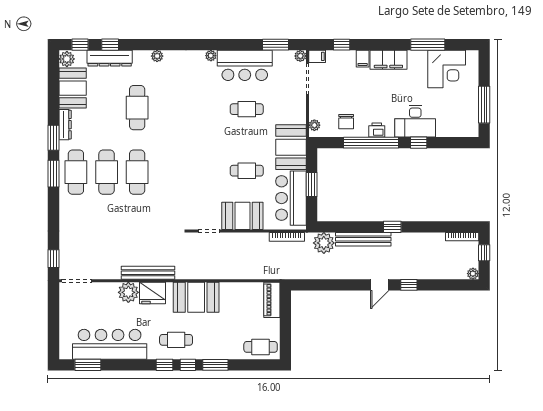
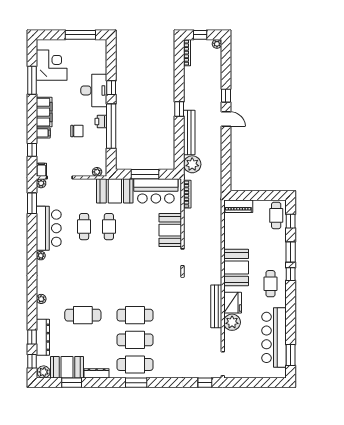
chair: (346, 122) -> (77, 131), moved
window: (54, 138) -> (72, 383), moved
cafe table: (247, 171) -> (109, 227), moved
window: (312, 185) -> (145, 174), width x1.44
window: (165, 365) -> (291, 221), moved

